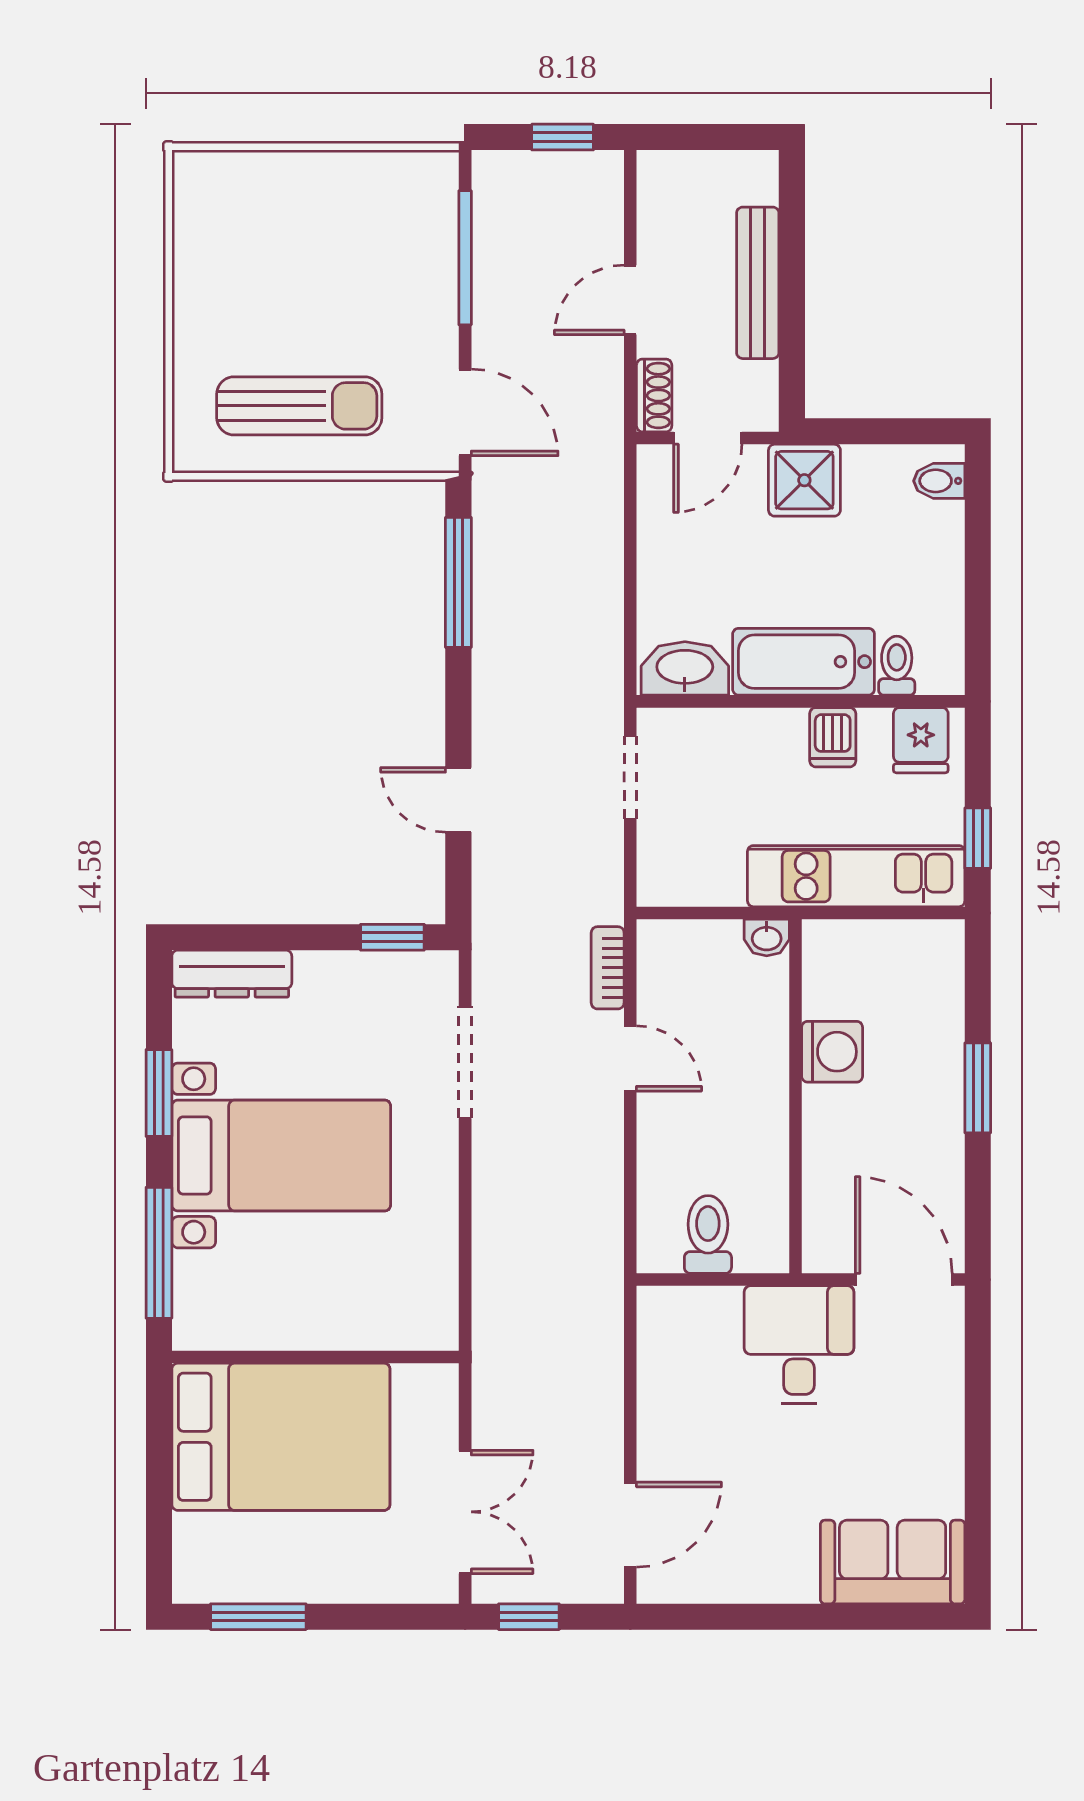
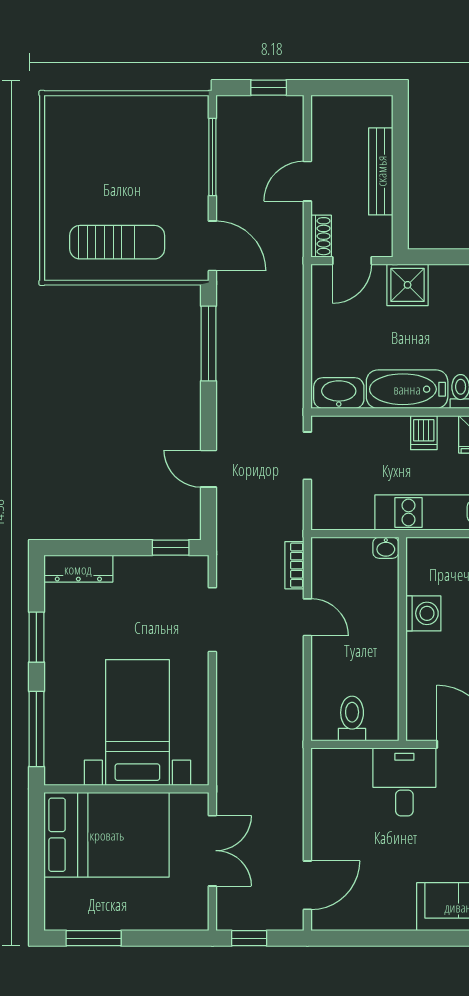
bed with nightstands: (281, 1155) -> (137, 722), moved, turned -90
double door: (465, 1512) -> (212, 851), moved

